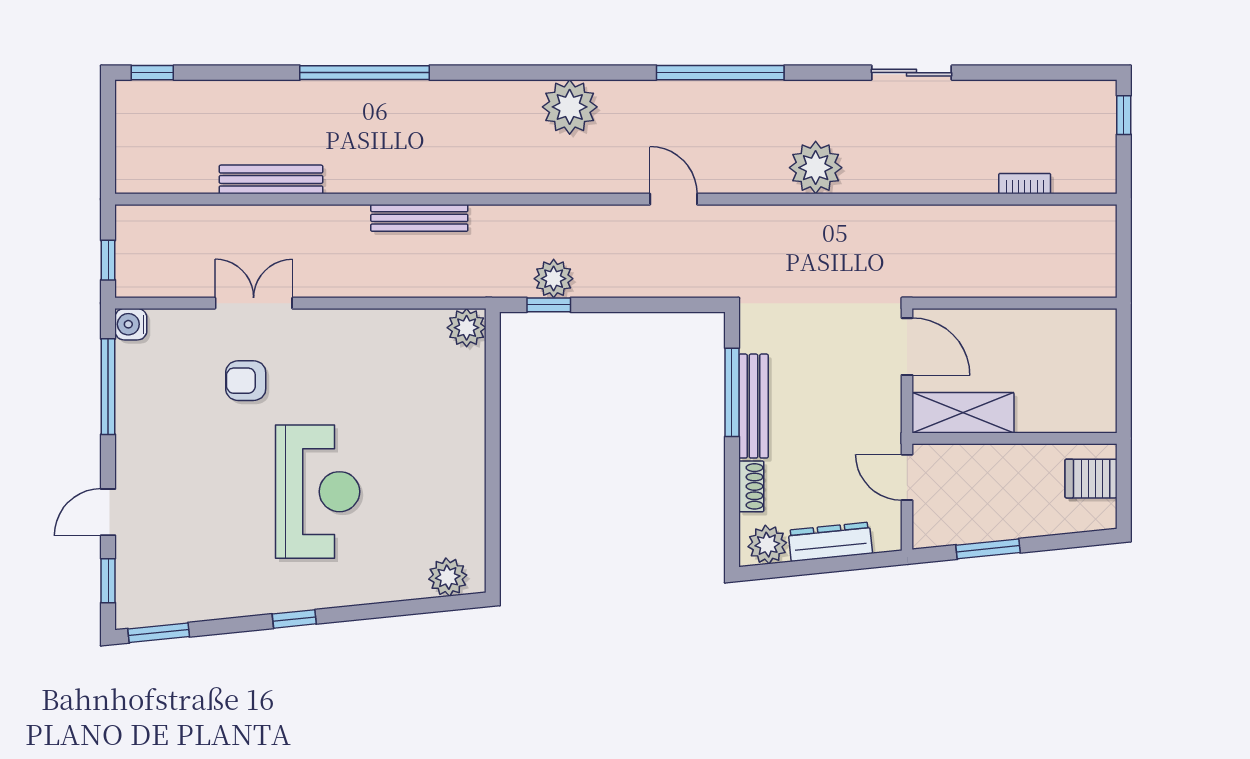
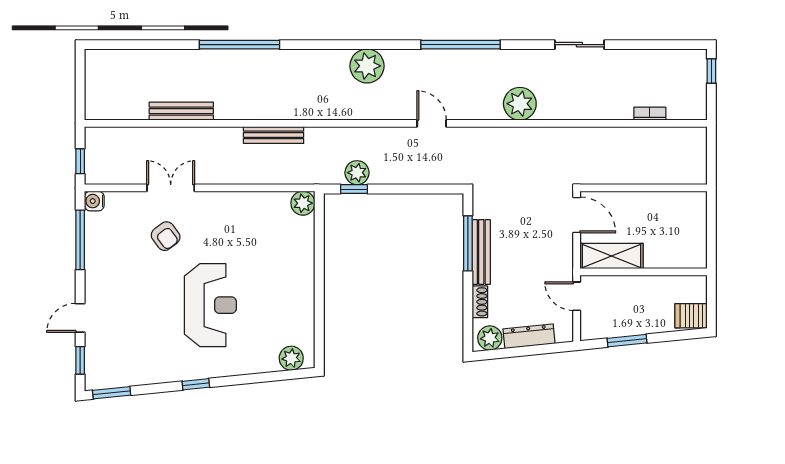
window: (152, 73) -> (108, 45), removed
armchair: (246, 381) -> (166, 236), turned -127
server rack: (1091, 479) -> (691, 316), moved

